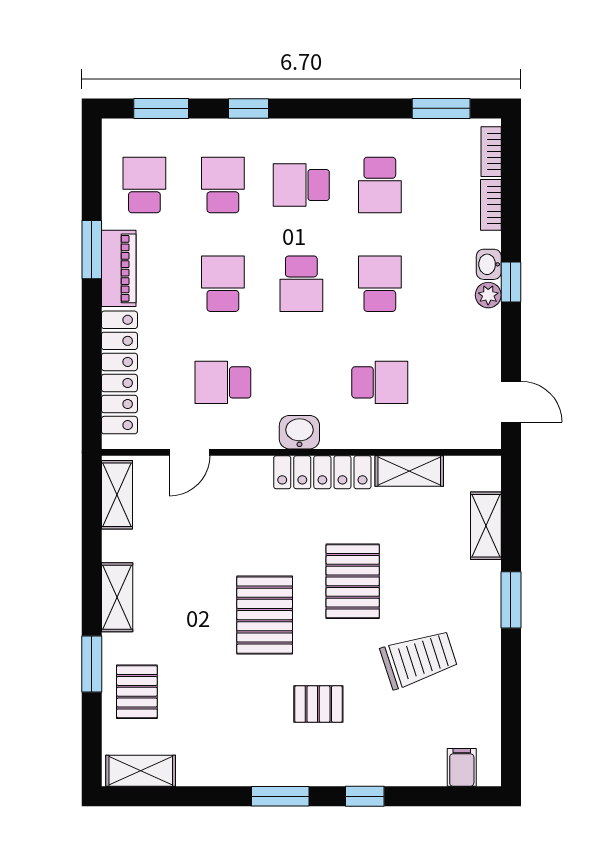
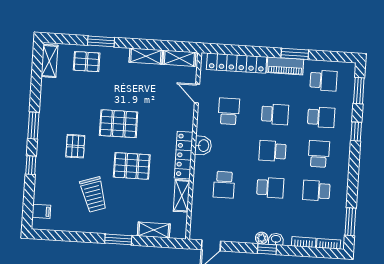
shelving: (117, 597) -> (146, 56), moved

